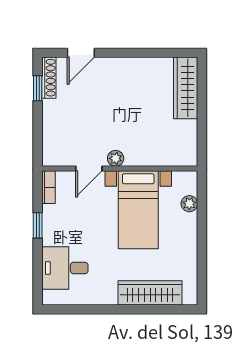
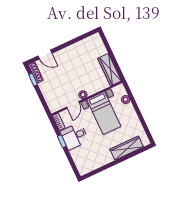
door: (81, 53) -> (45, 55), hinge flipped
wardrobe: (186, 88) -> (110, 70), moved
desk: (65, 268) -> (74, 136), moved

